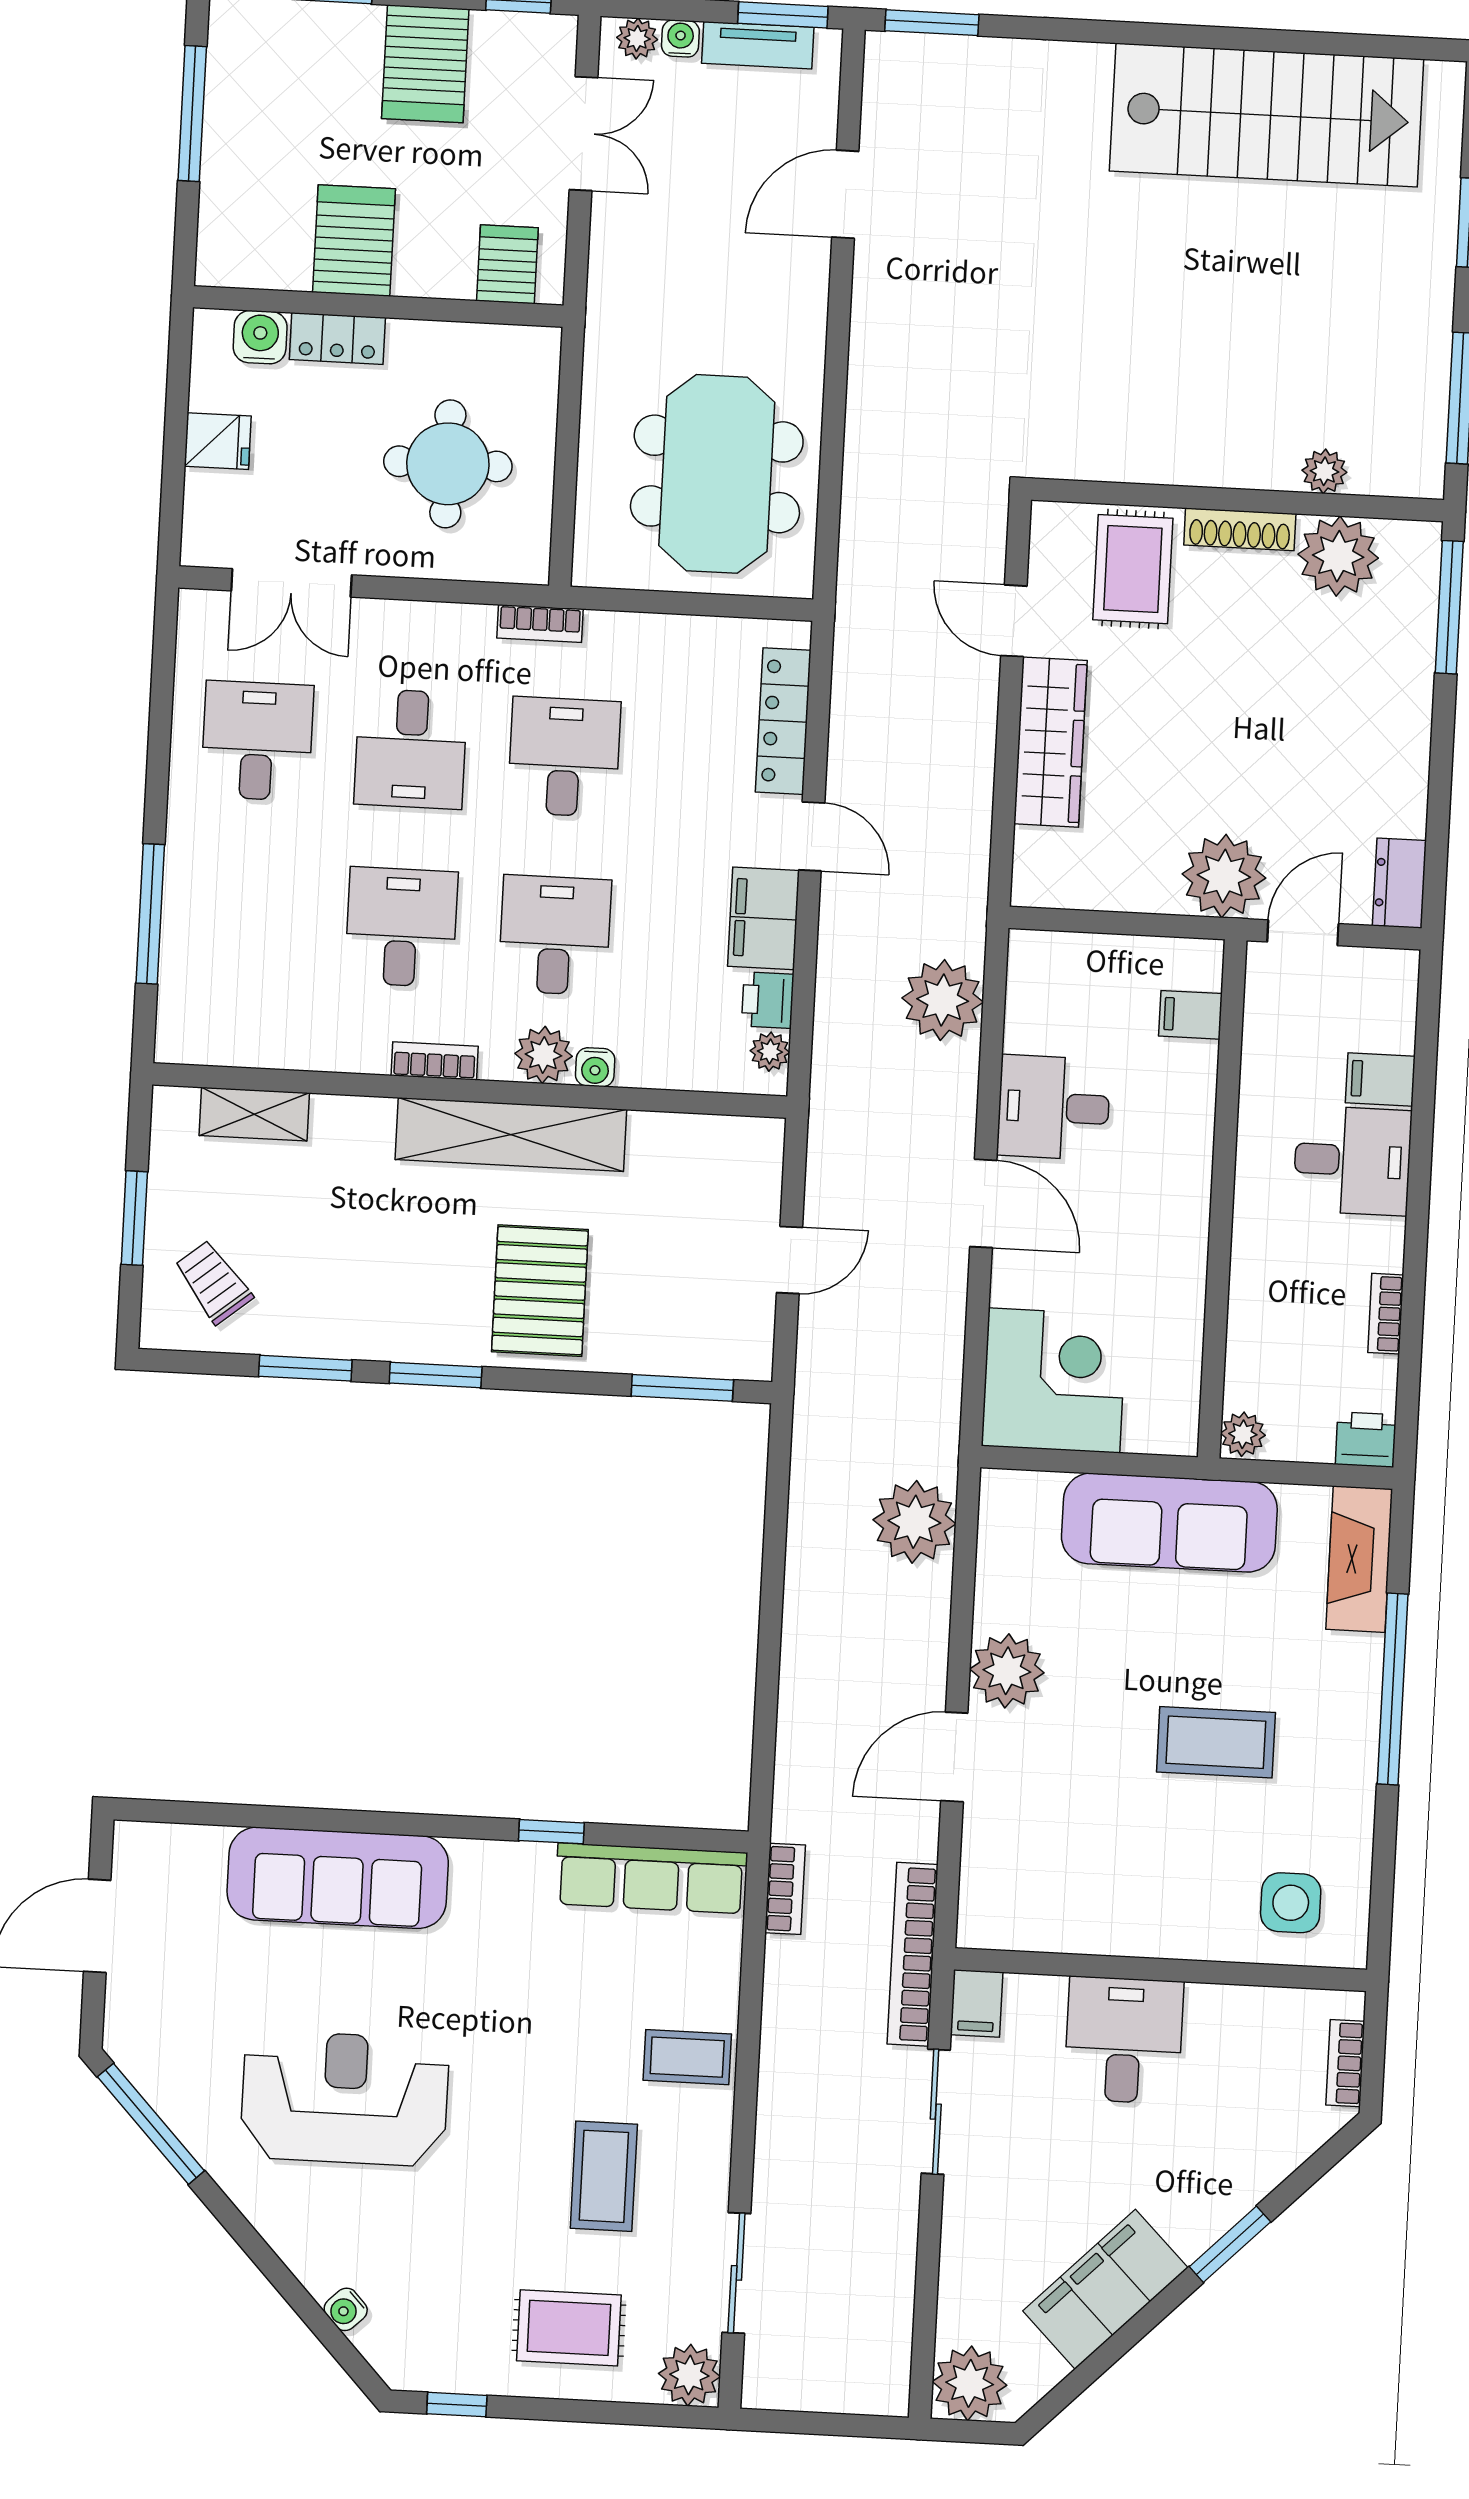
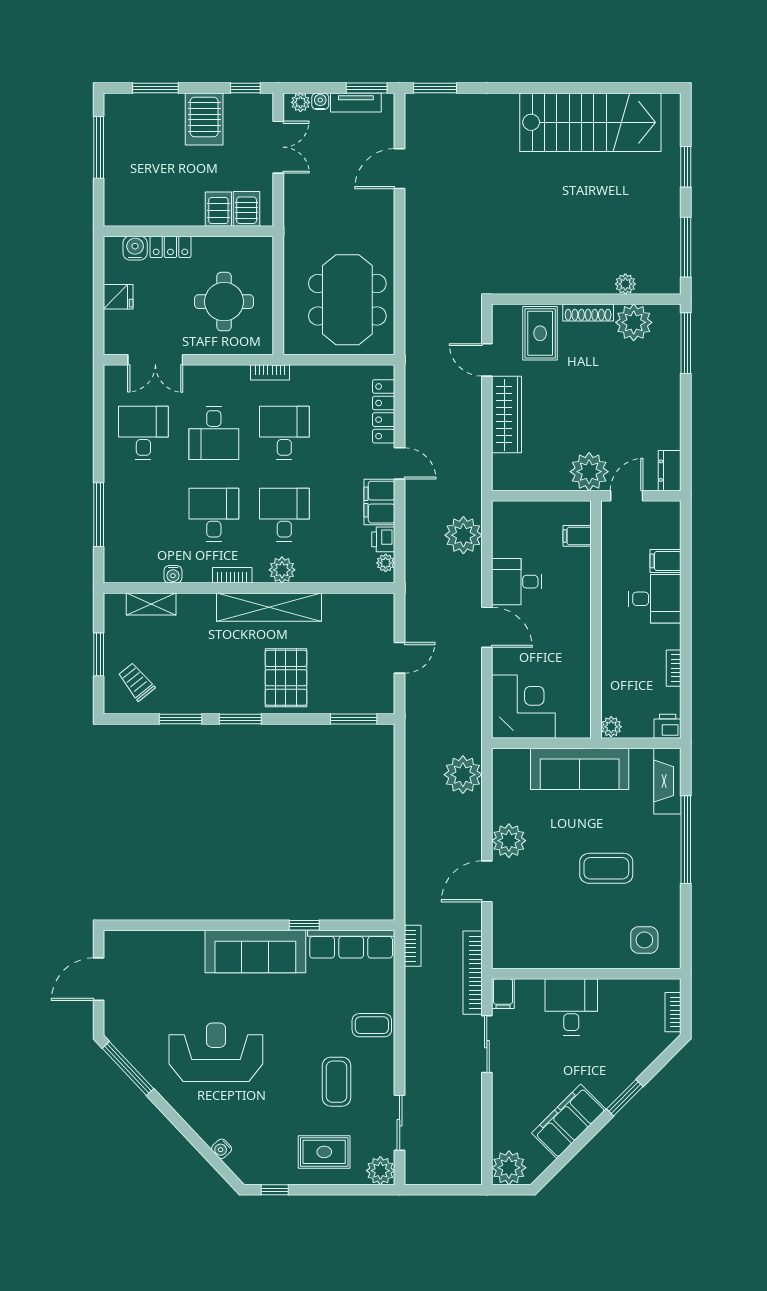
server rack: (354, 240) -> (218, 209), moved, width x0.73, depth x0.70
water cooler: (595, 1067) -> (173, 574), moved
sofa: (338, 1878) -> (255, 951), moved

